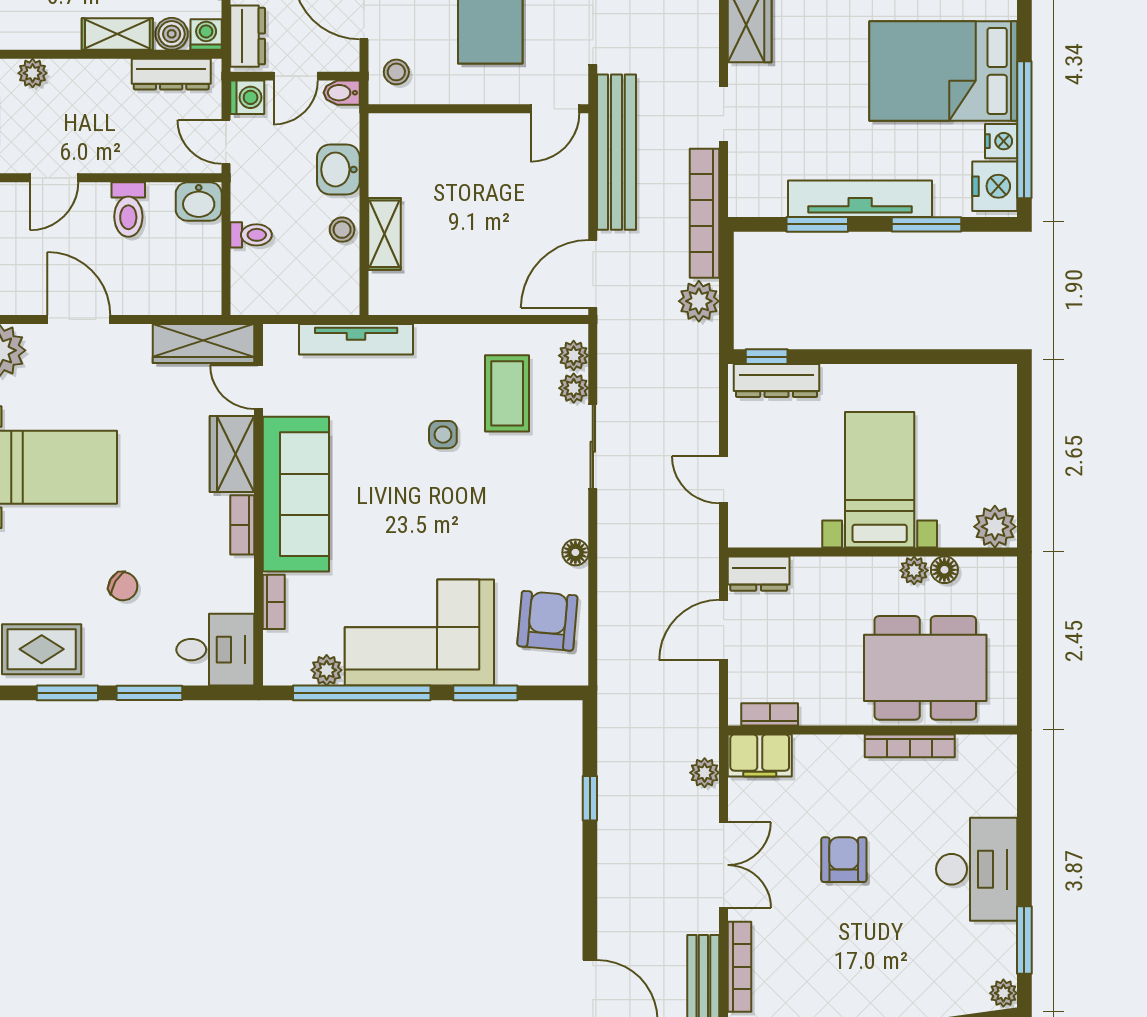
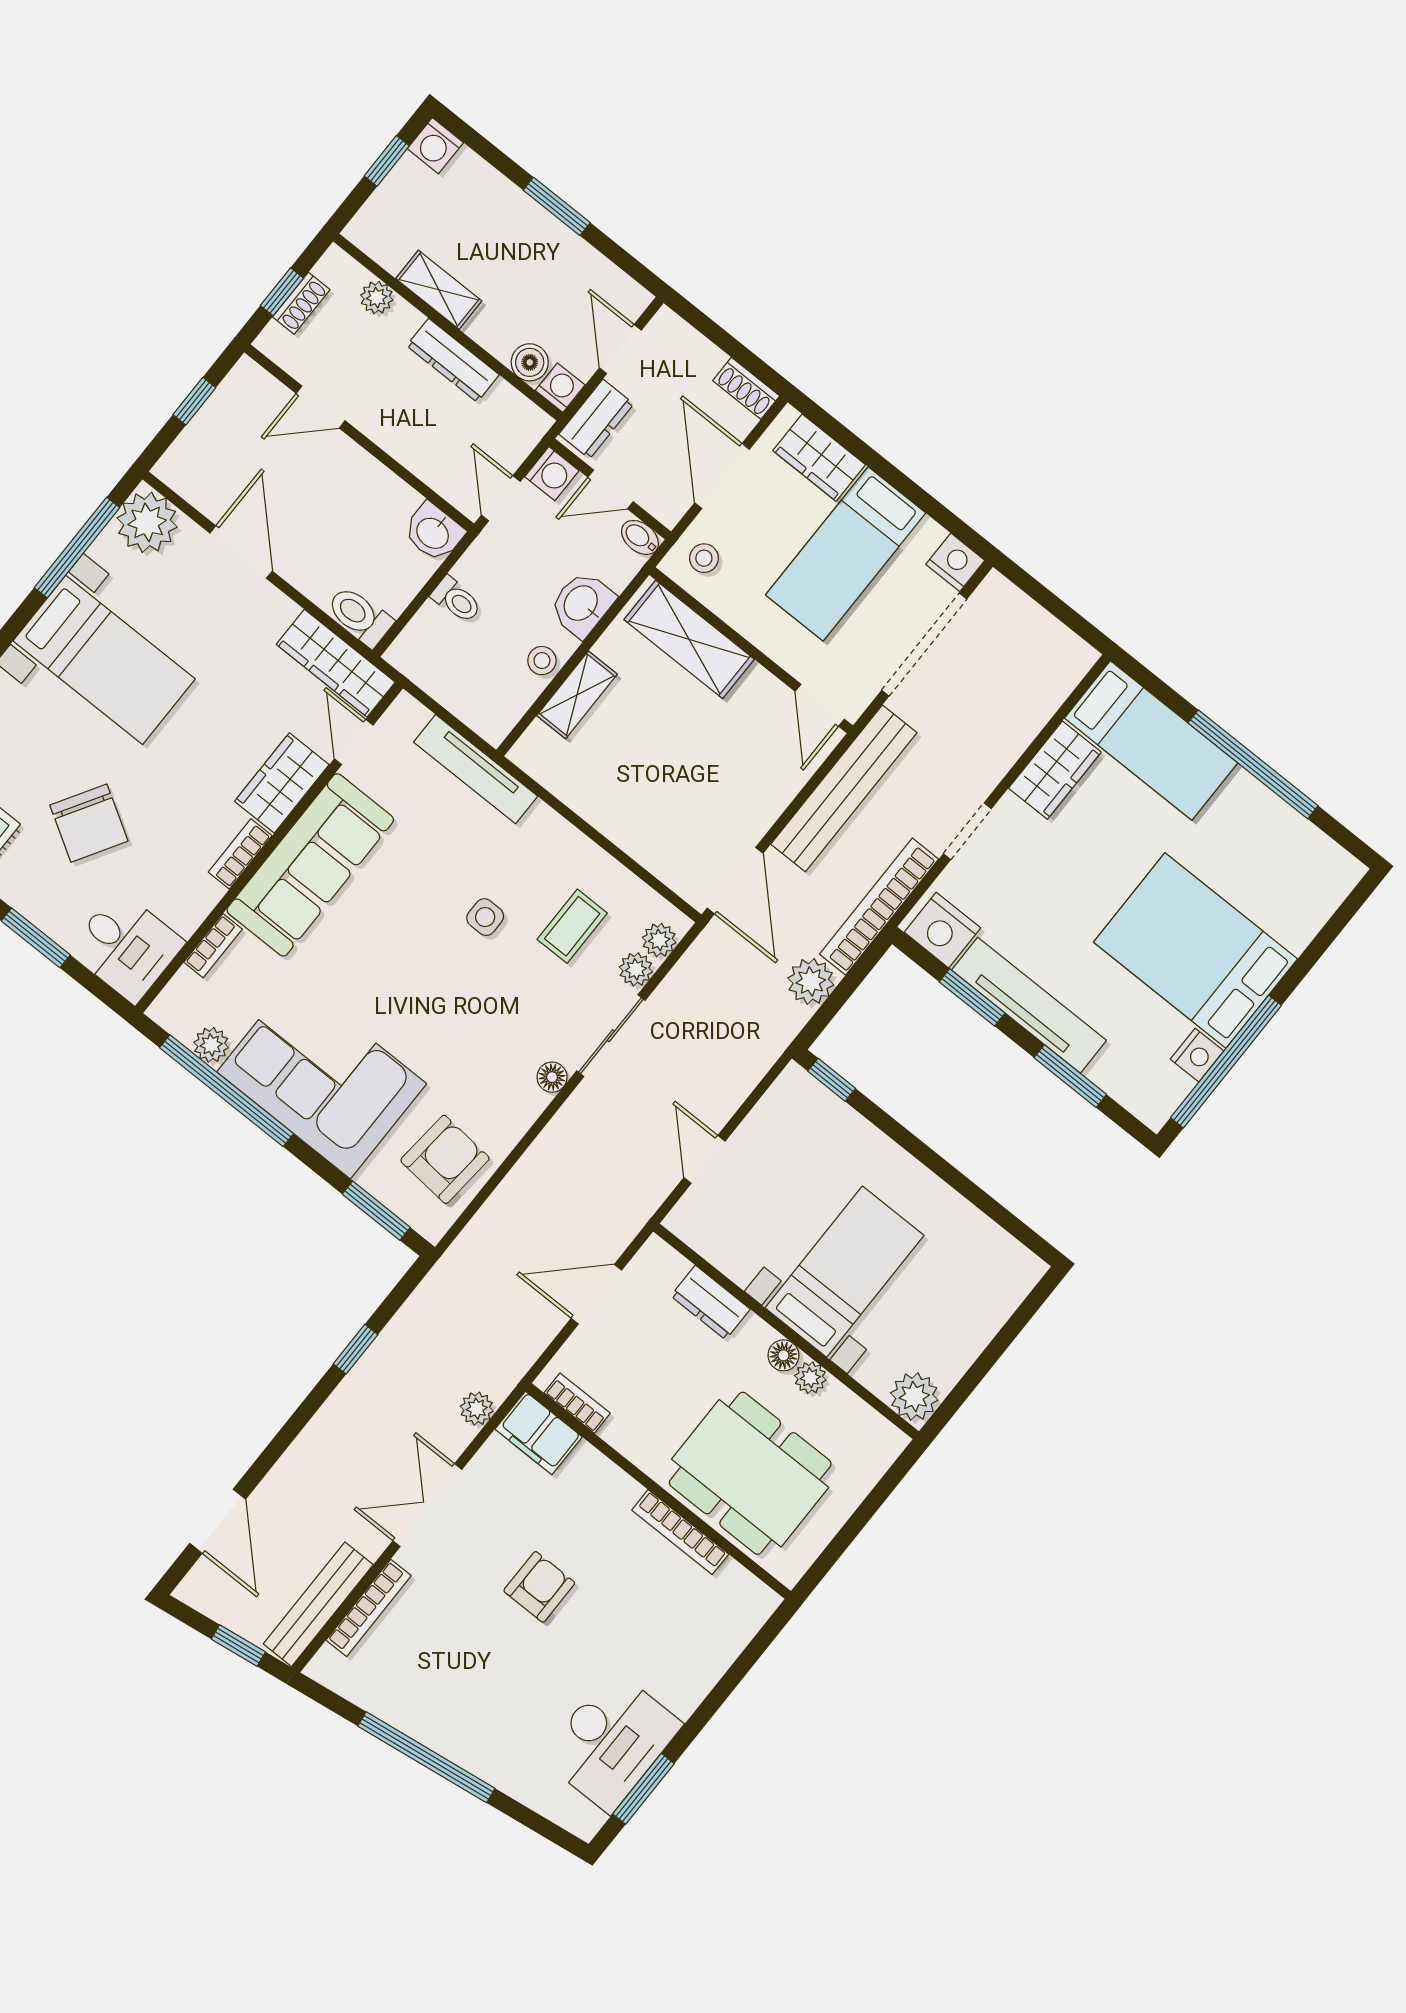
shelving: (117, 34) -> (439, 290), moved
dresser: (171, 74) -> (453, 360), moved
door: (555, 109) -> (820, 705), hinge flipped
shelving: (430, 135) -> (689, 639), added
nightstand: (995, 186) -> (942, 930), moved, turned 90
toilet: (128, 210) -> (360, 616), moved, turned 90
door: (593, 274) -> (735, 881), swing flipped
dresser: (777, 380) -> (823, 1108), removed
coffee table: (507, 393) -> (572, 926), width x0.73, depth x0.77
floor lamp: (575, 552) -> (552, 1077), moved
floor lamp: (944, 570) -> (783, 1355), moved
dresser: (759, 574) -> (710, 1302), moved
chair: (123, 586) -> (89, 823), width x1.87, depth x1.87
window: (485, 693) -> (376, 1211), moved
double door: (724, 865) -> (427, 1505), swing flipped
desk: (977, 869) -> (611, 1741), moved
plant: (1003, 993) -> (587, 1821), removed

